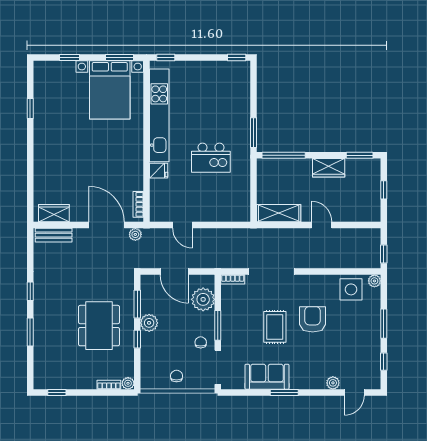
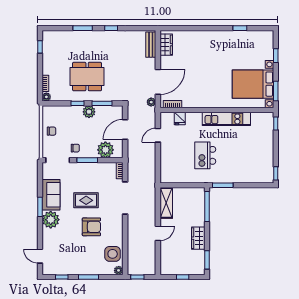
kitchen unit: (159, 115) -> (226, 119), width x0.73
fridge: (159, 171) -> (180, 118), moved
plant: (333, 383) -> (51, 220), moved, width x1.87, depth x1.87

